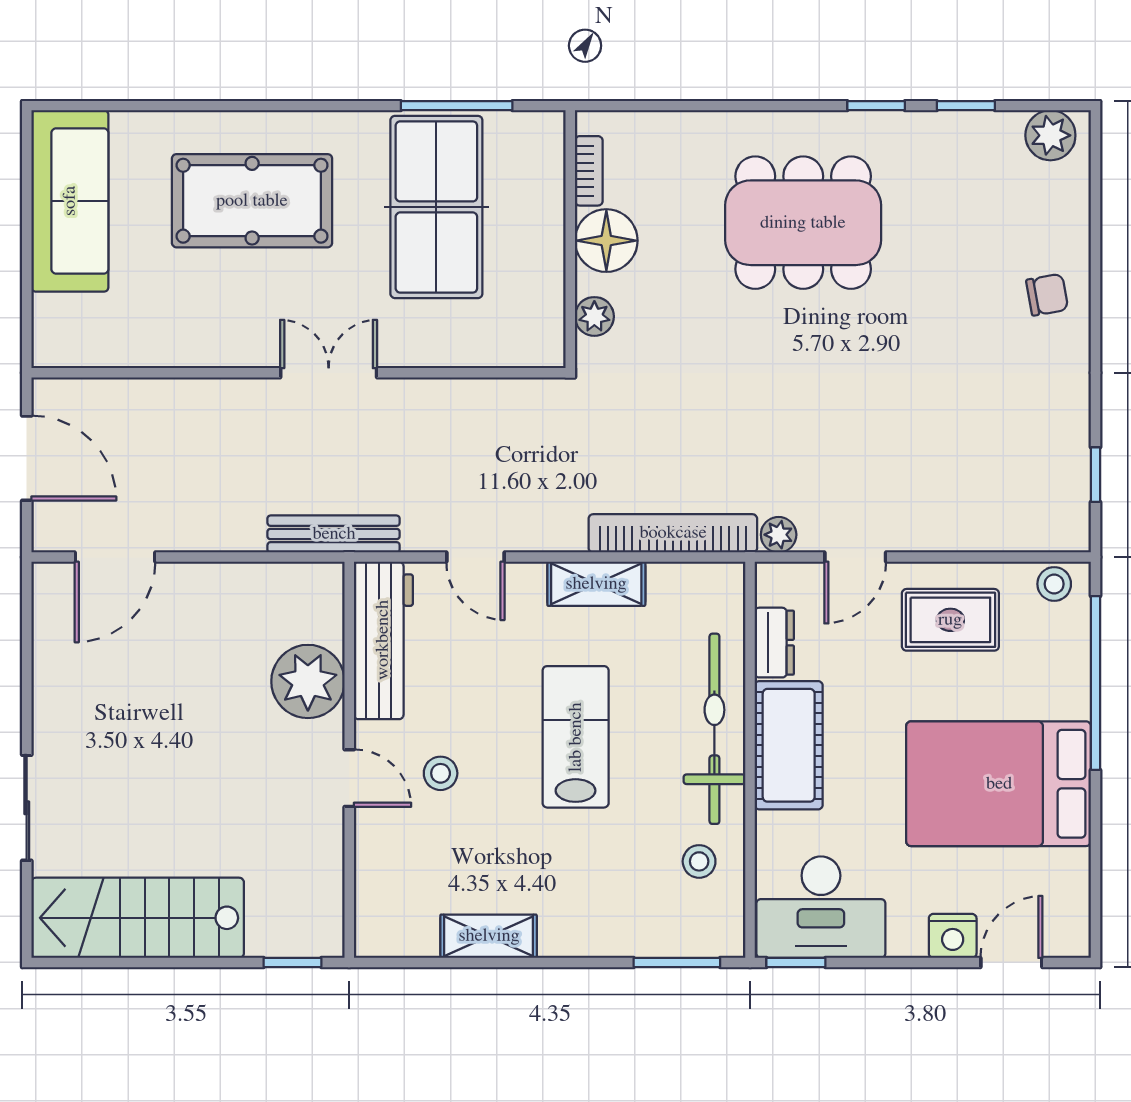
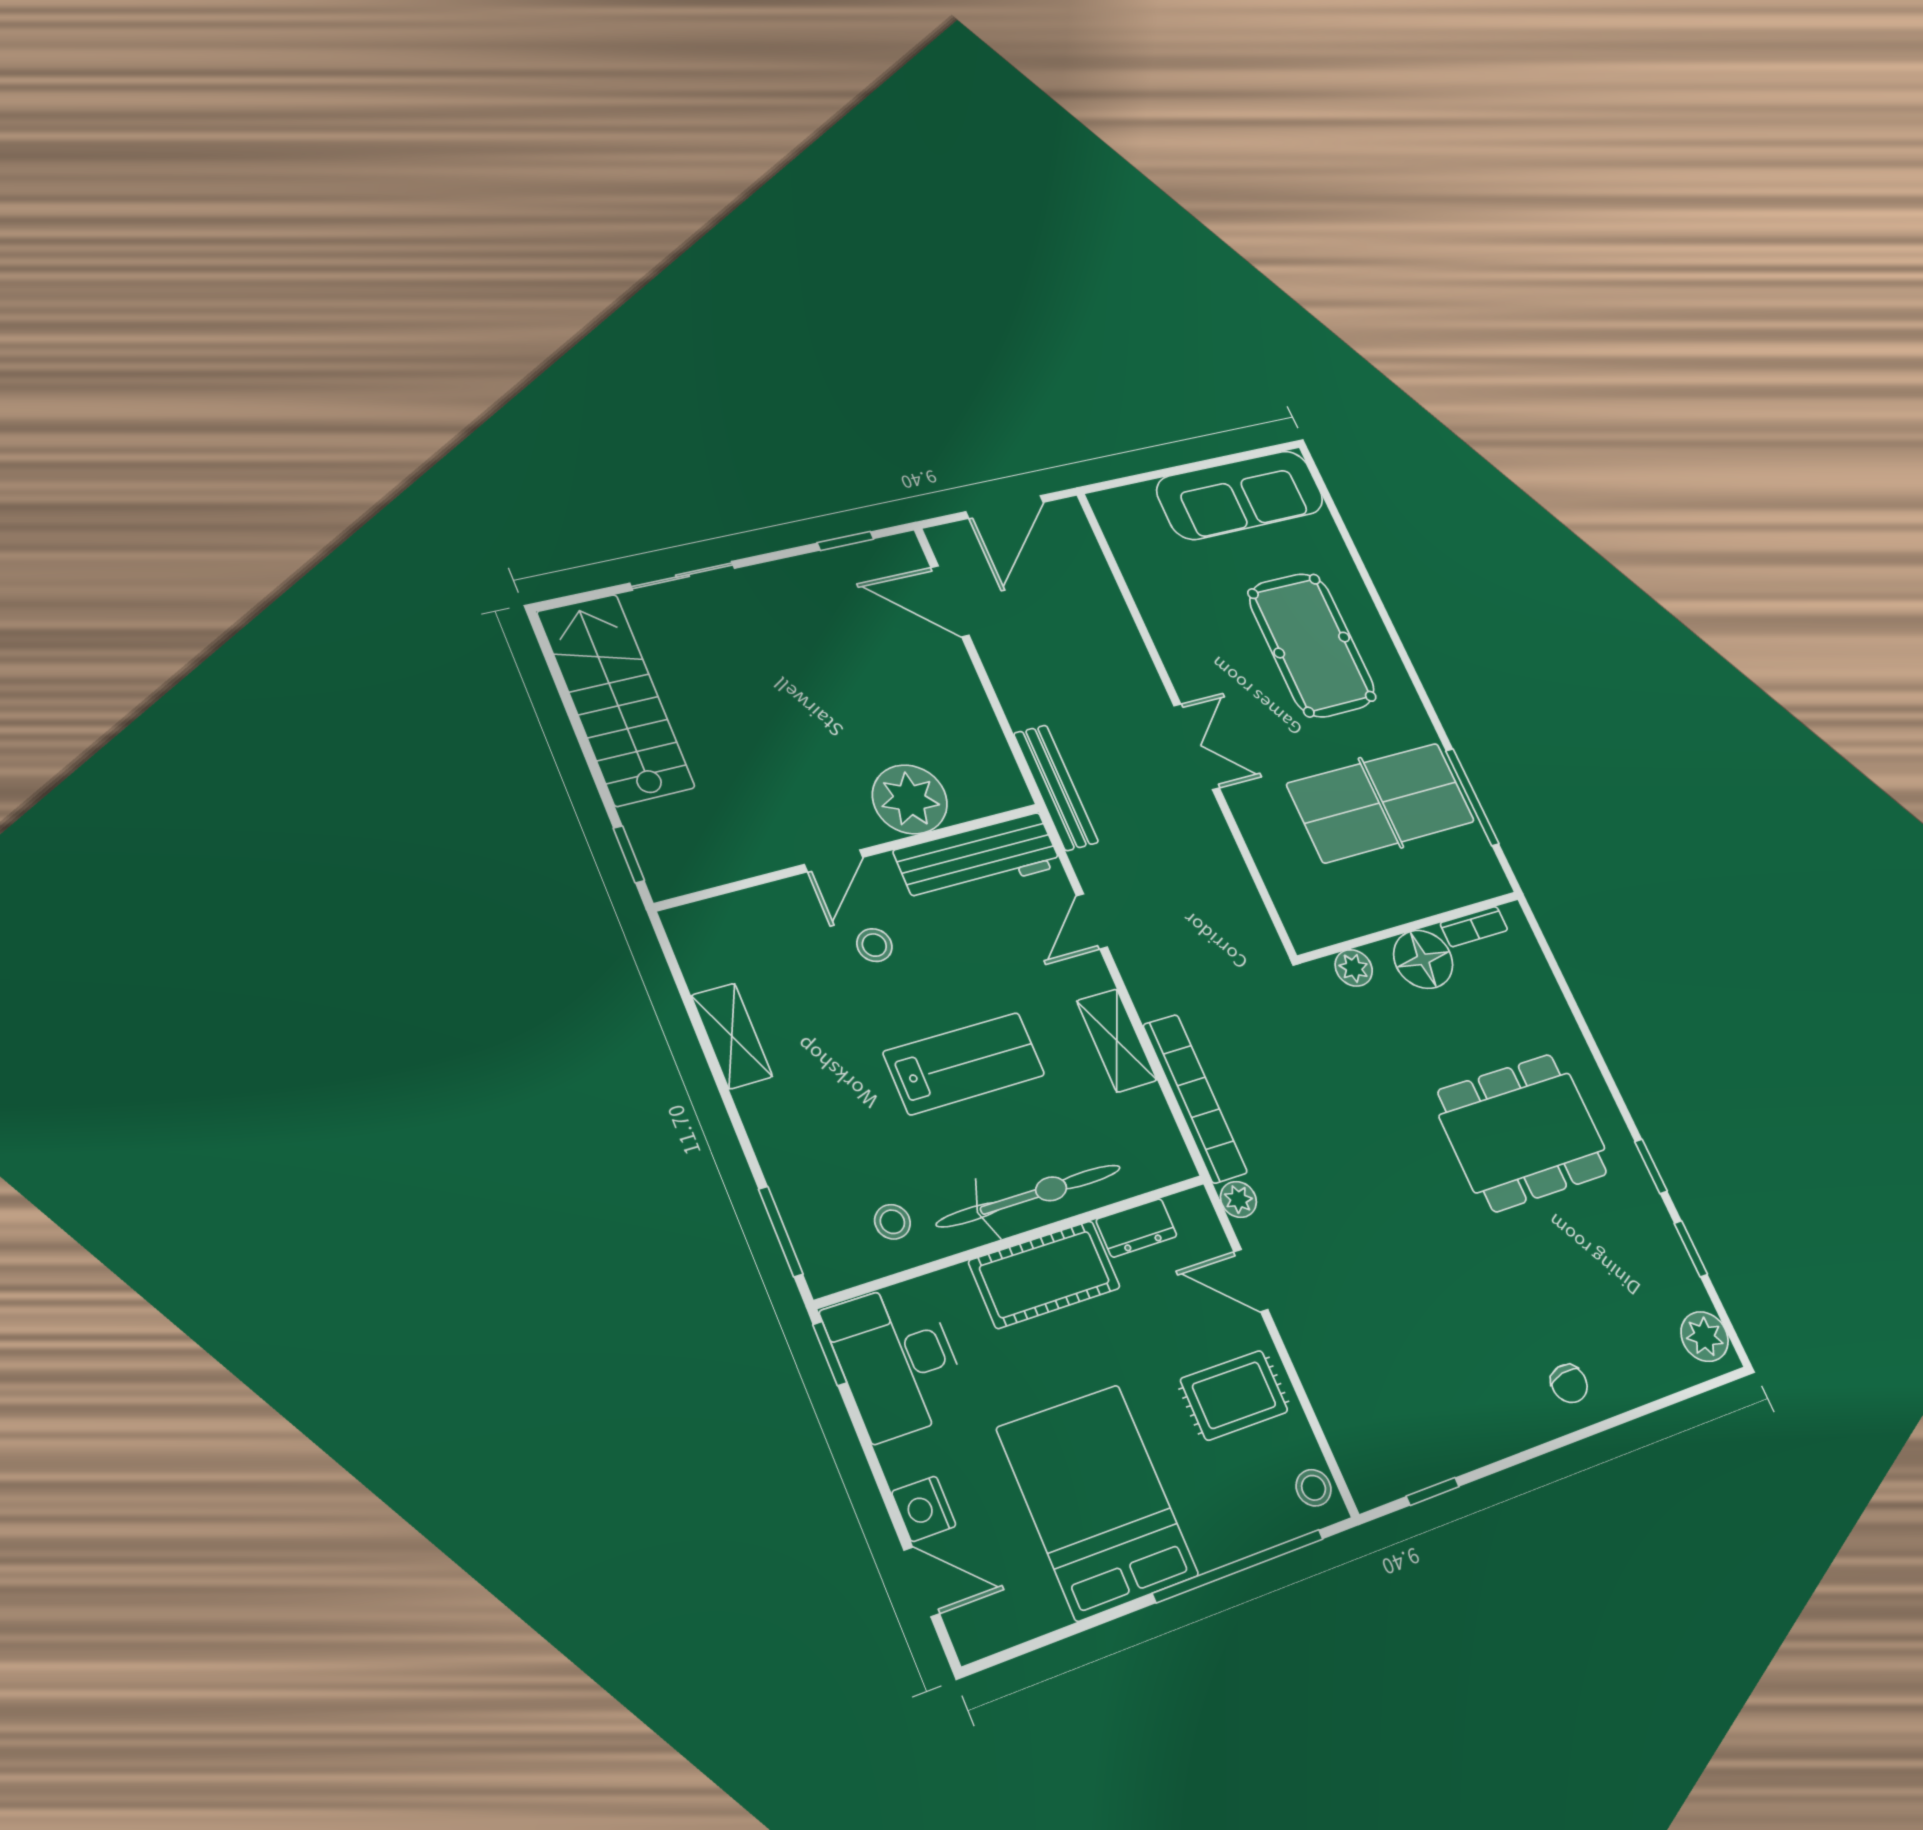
dining table: (803, 223) -> (1522, 1132), turned 90
rug: (950, 620) -> (1234, 1395), turned 90
window: (27, 635) -> (845, 541), added

